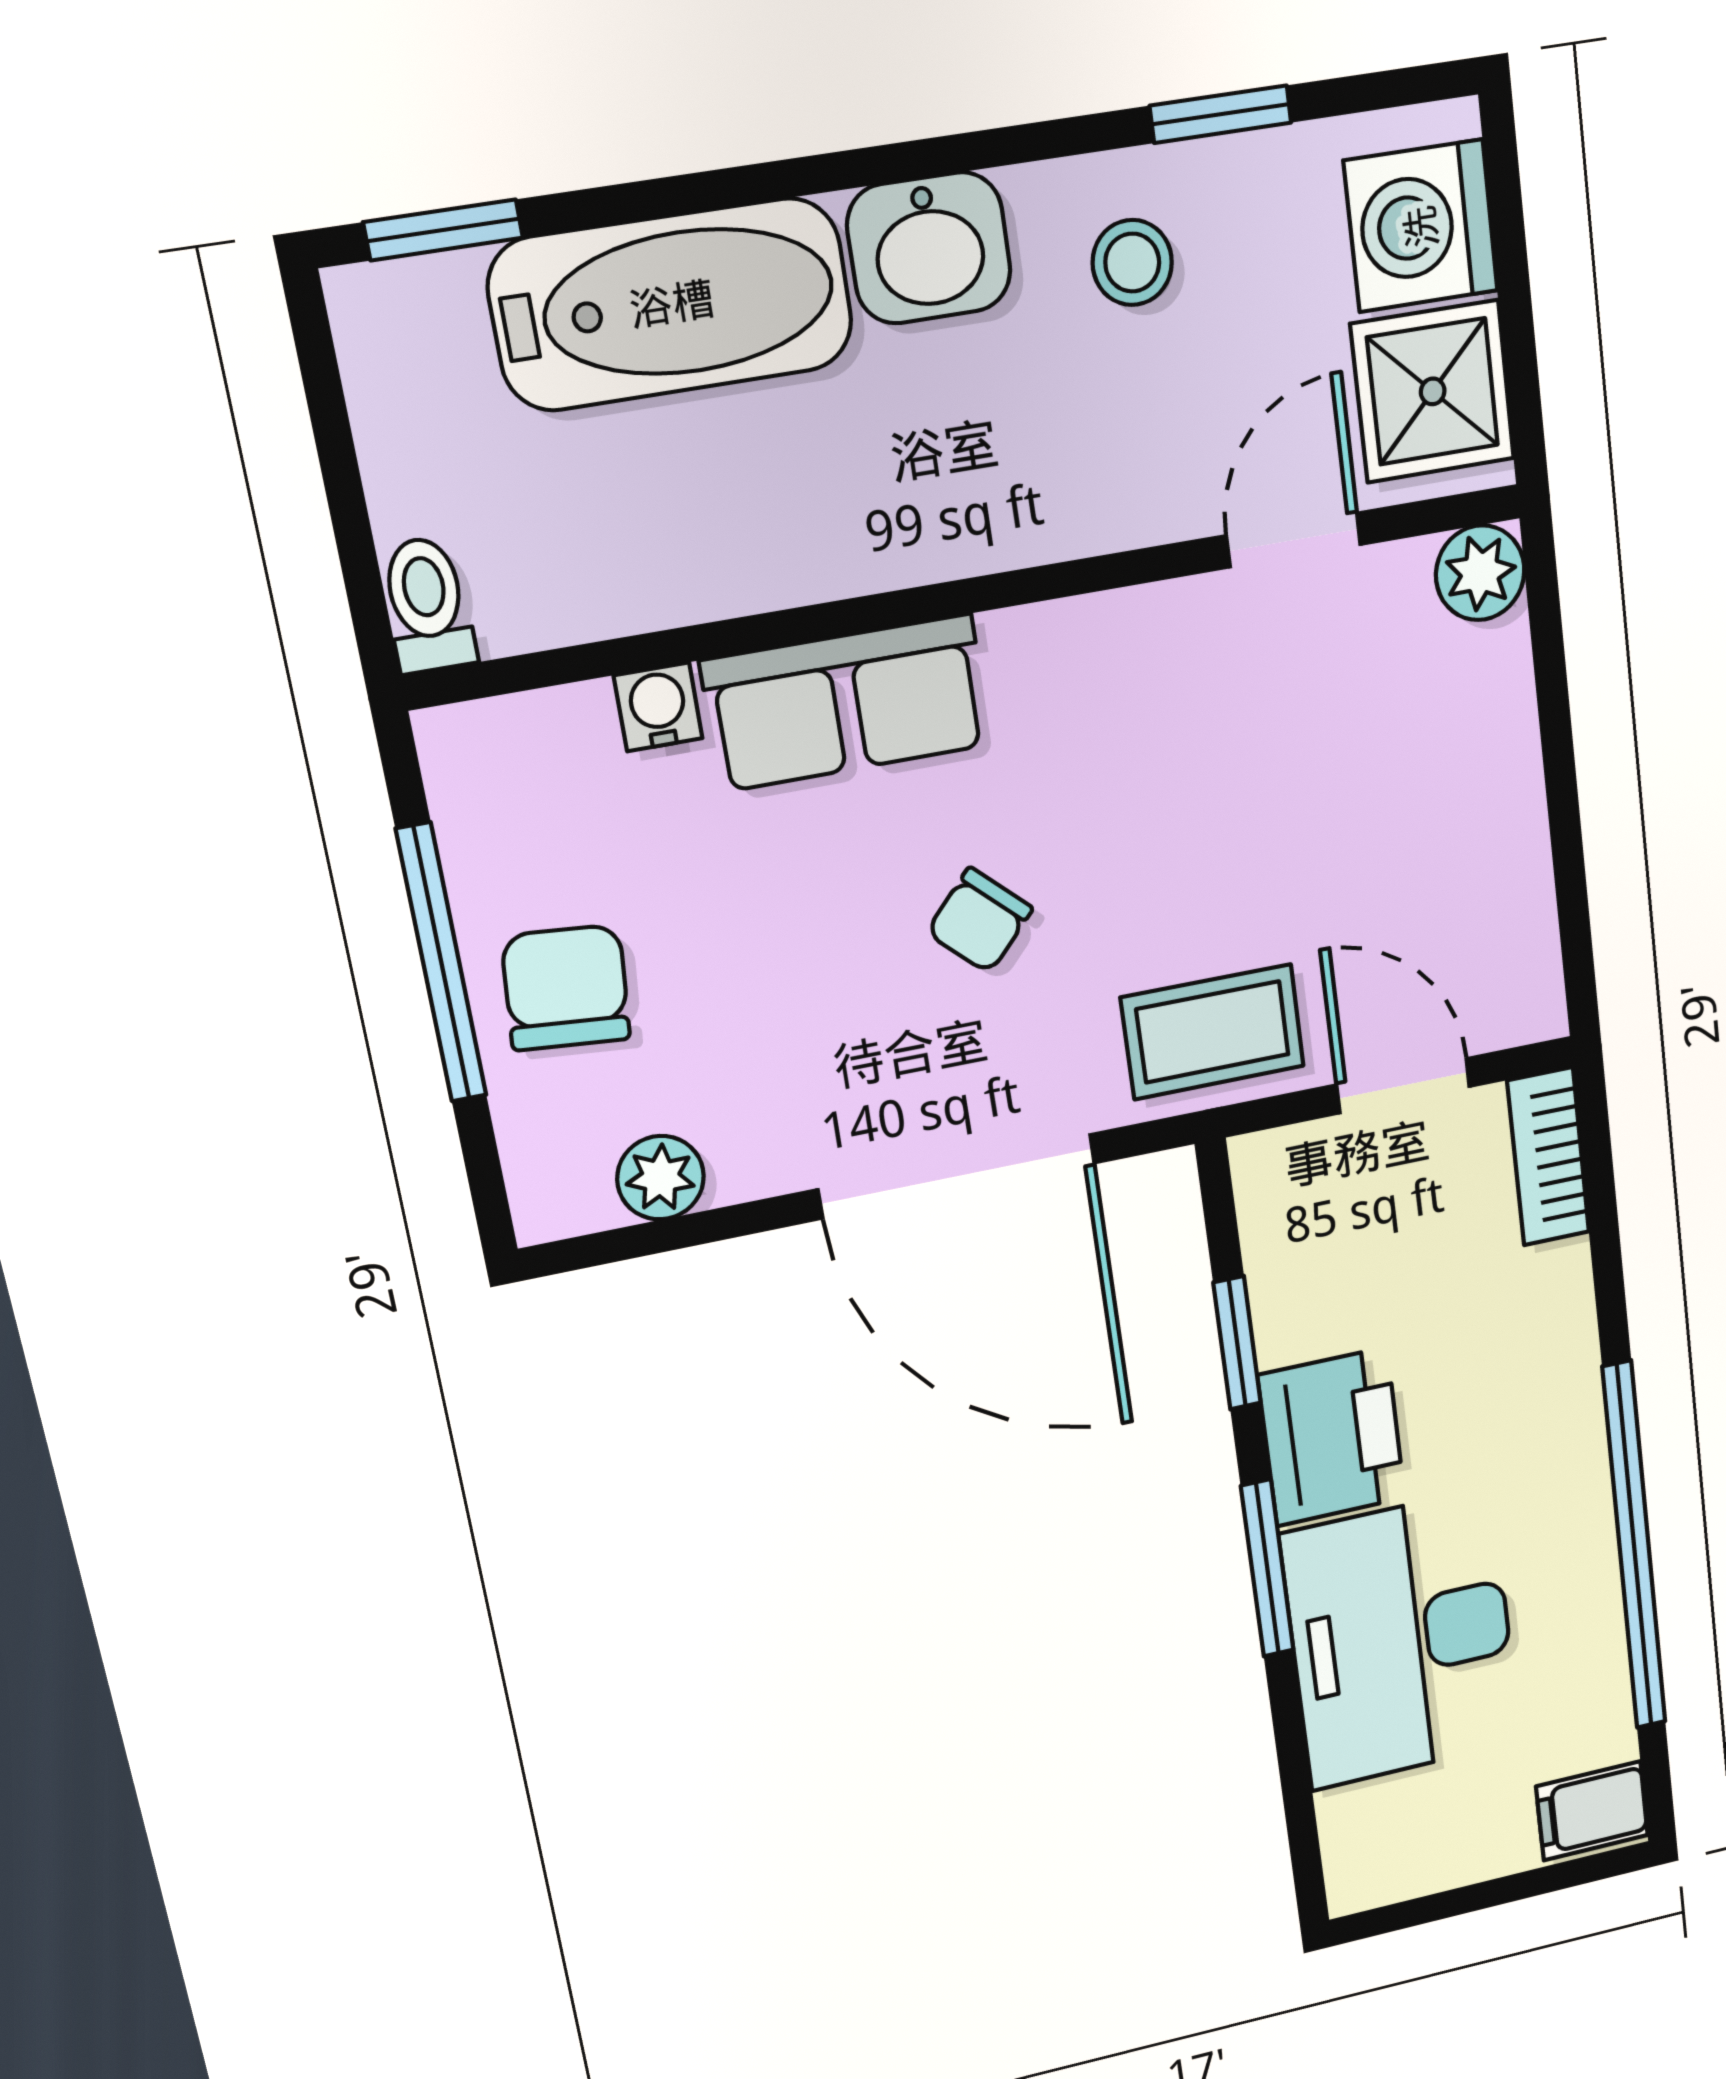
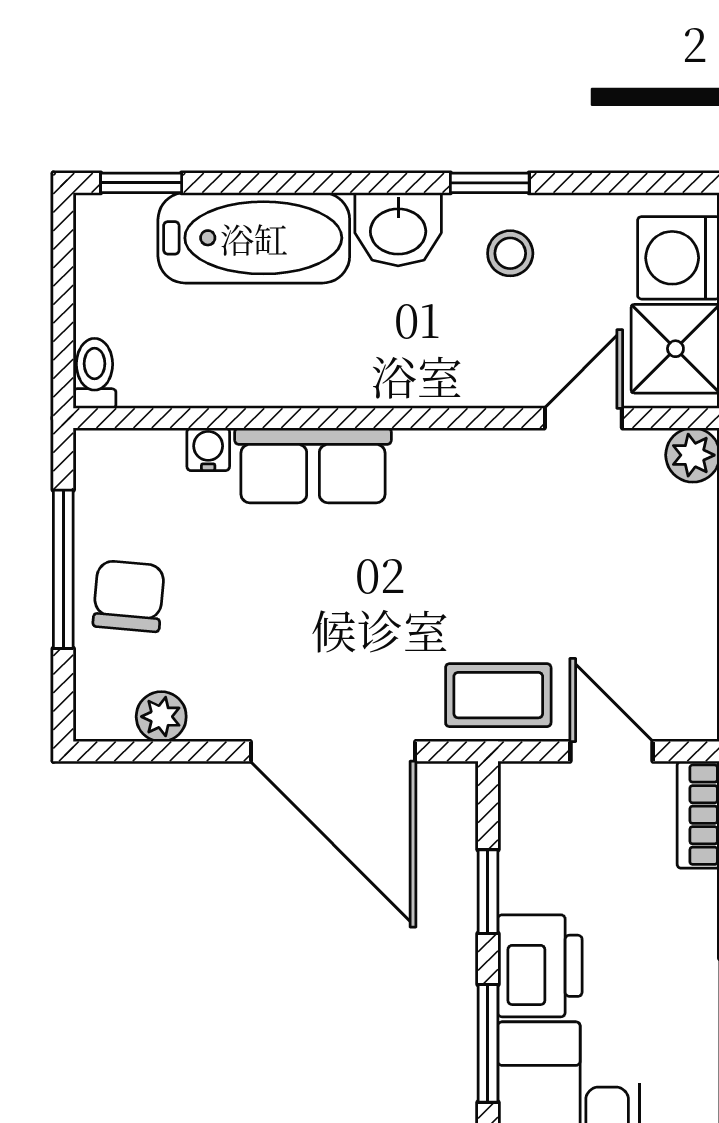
window: (1221, 114) -> (490, 183), moved
chair: (980, 920) -> (369, 602), removed

